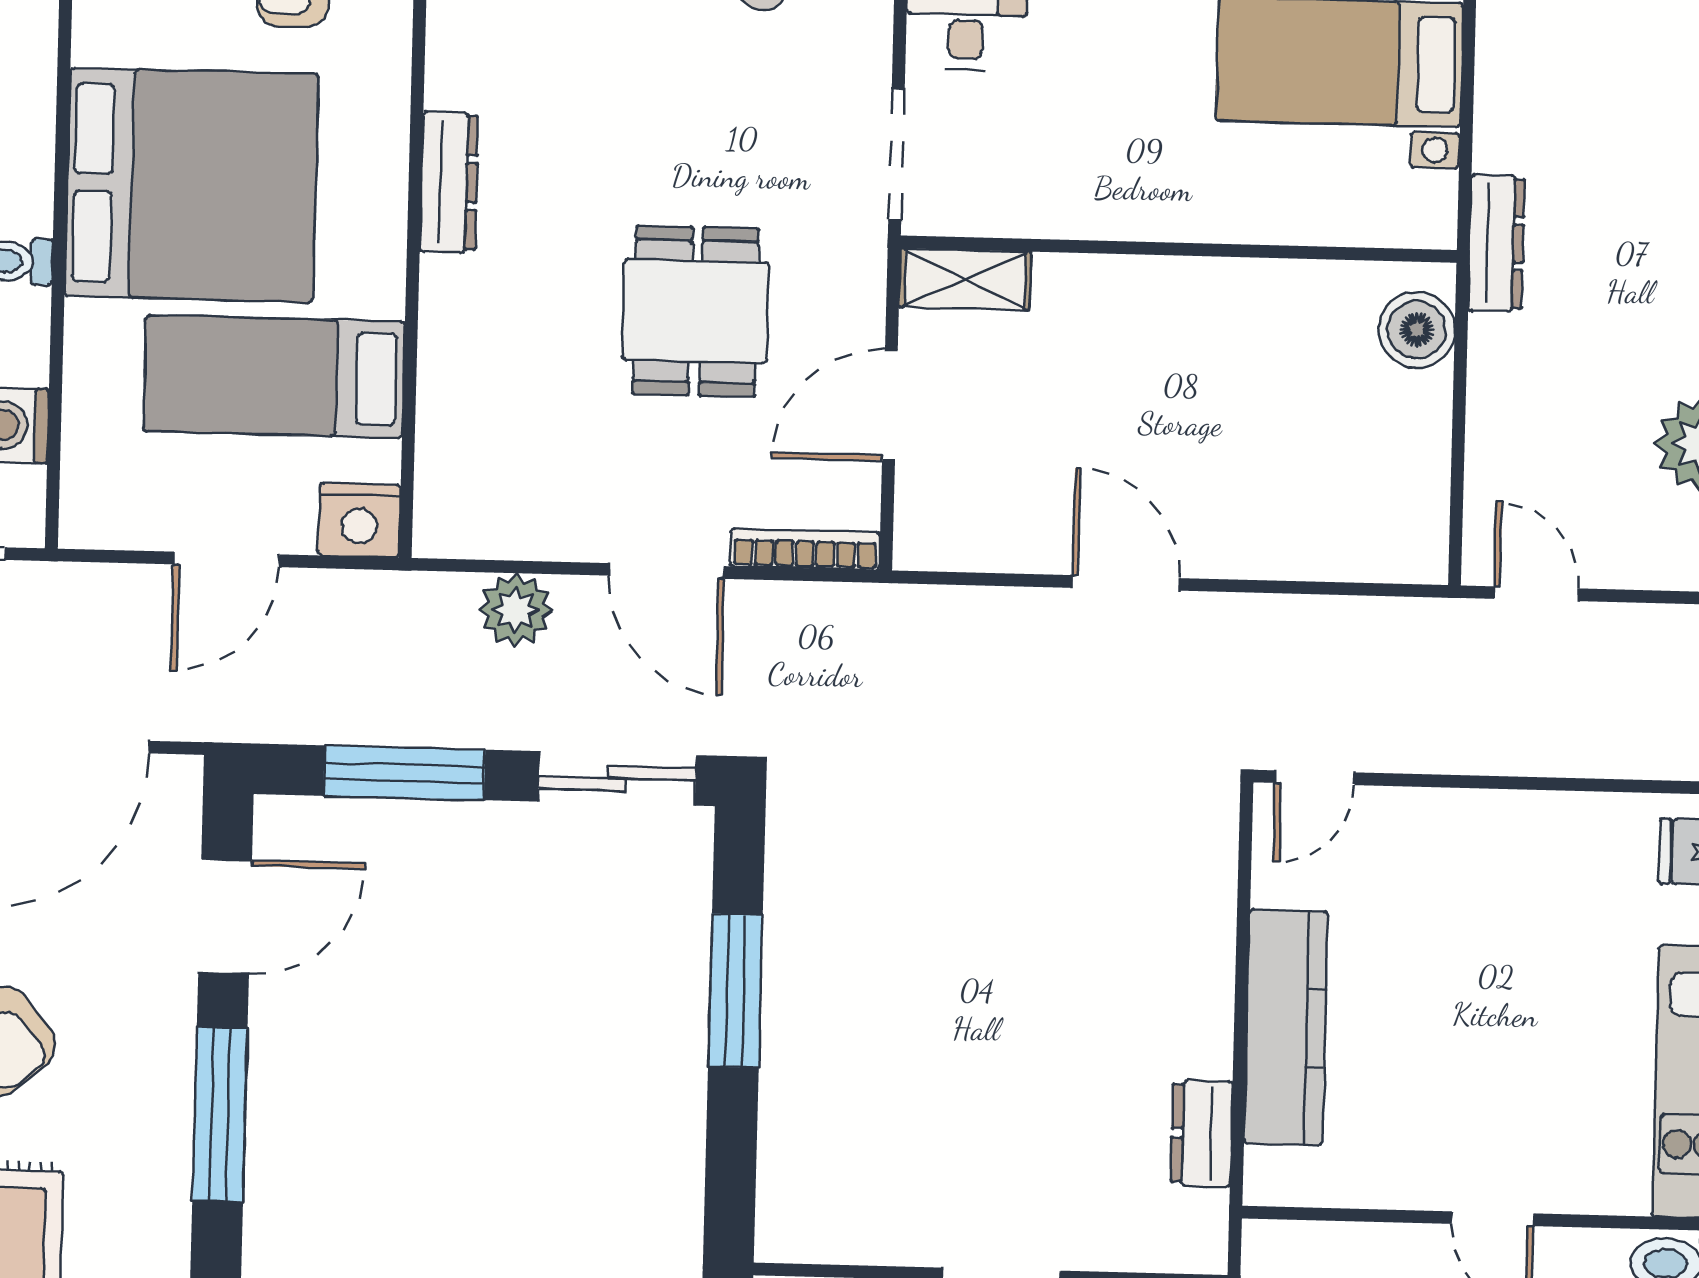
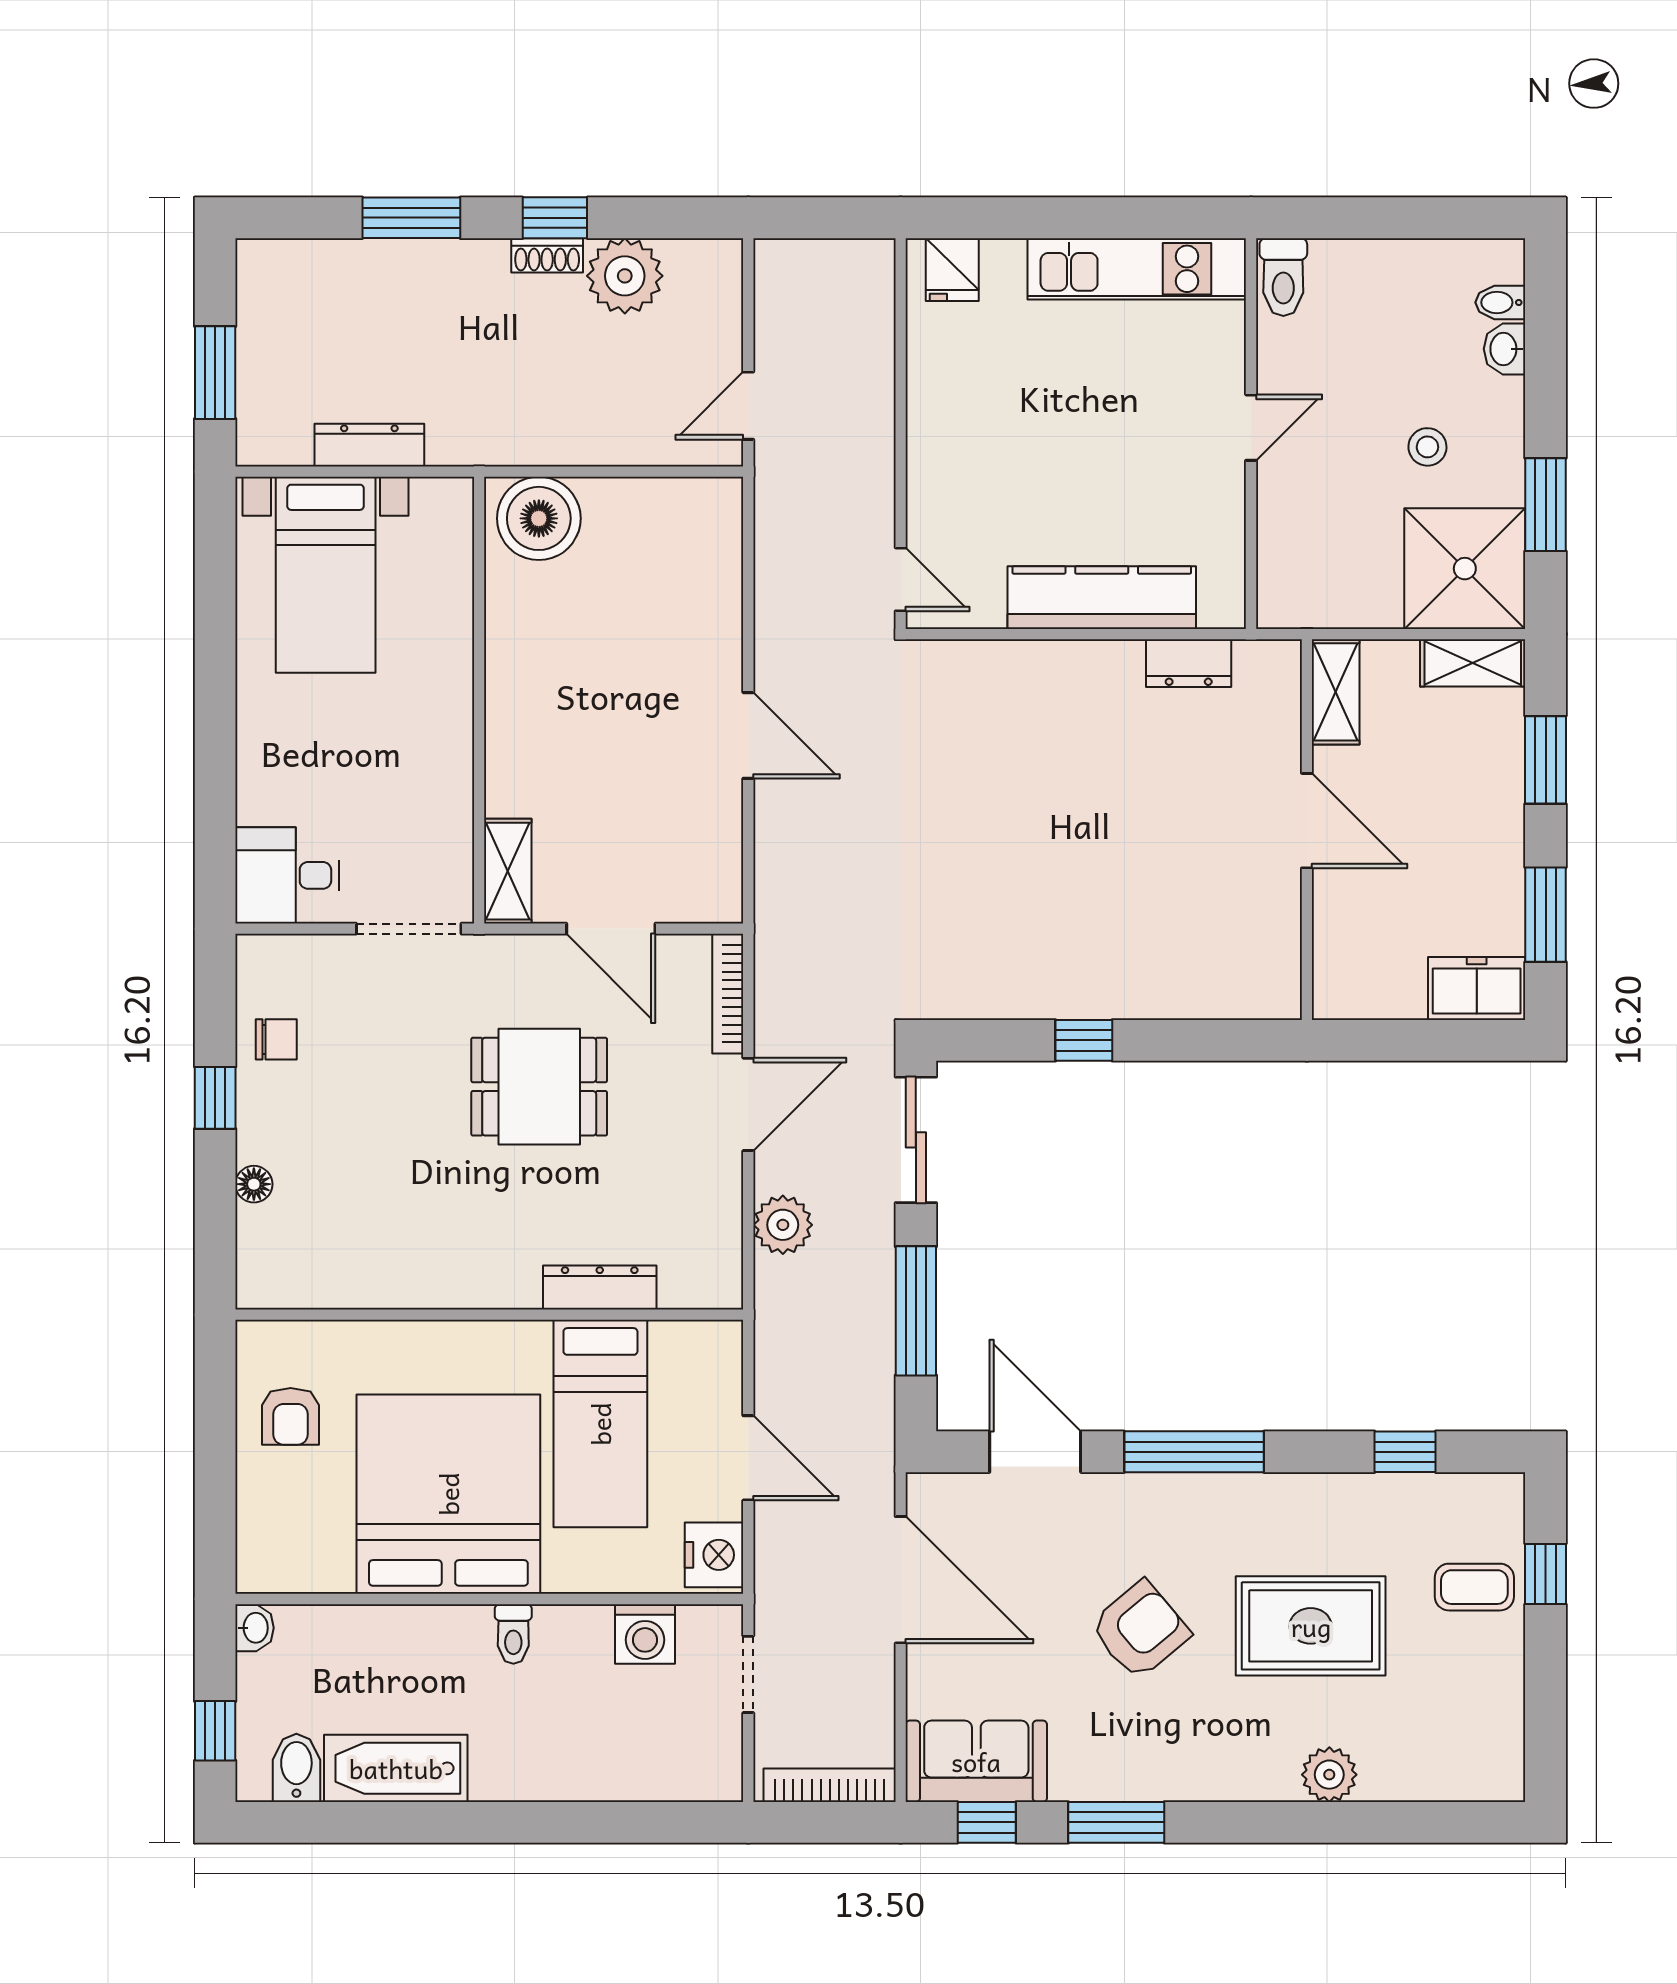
dresser: (449, 182) -> (600, 1287), moved
dresser: (1496, 243) -> (369, 445), moved
boiler: (1417, 330) -> (539, 518), width x1.37, depth x1.37
nightstand: (359, 520) -> (714, 1555), moved
door: (1126, 583) -> (748, 735), swing flipped
window: (735, 991) -> (1084, 1040), width x0.46

